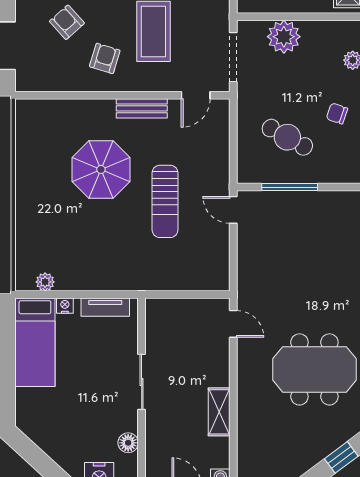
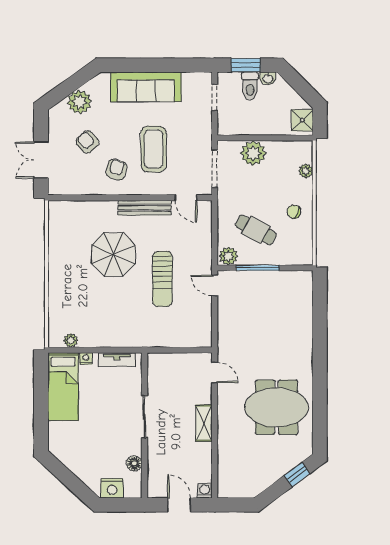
door: (196, 95) -> (186, 198), hinge flipped
bench: (142, 108) -> (145, 208), width x1.36
plant: (251, 172) -> (228, 256), added
shelving: (219, 412) -> (204, 423), moved

